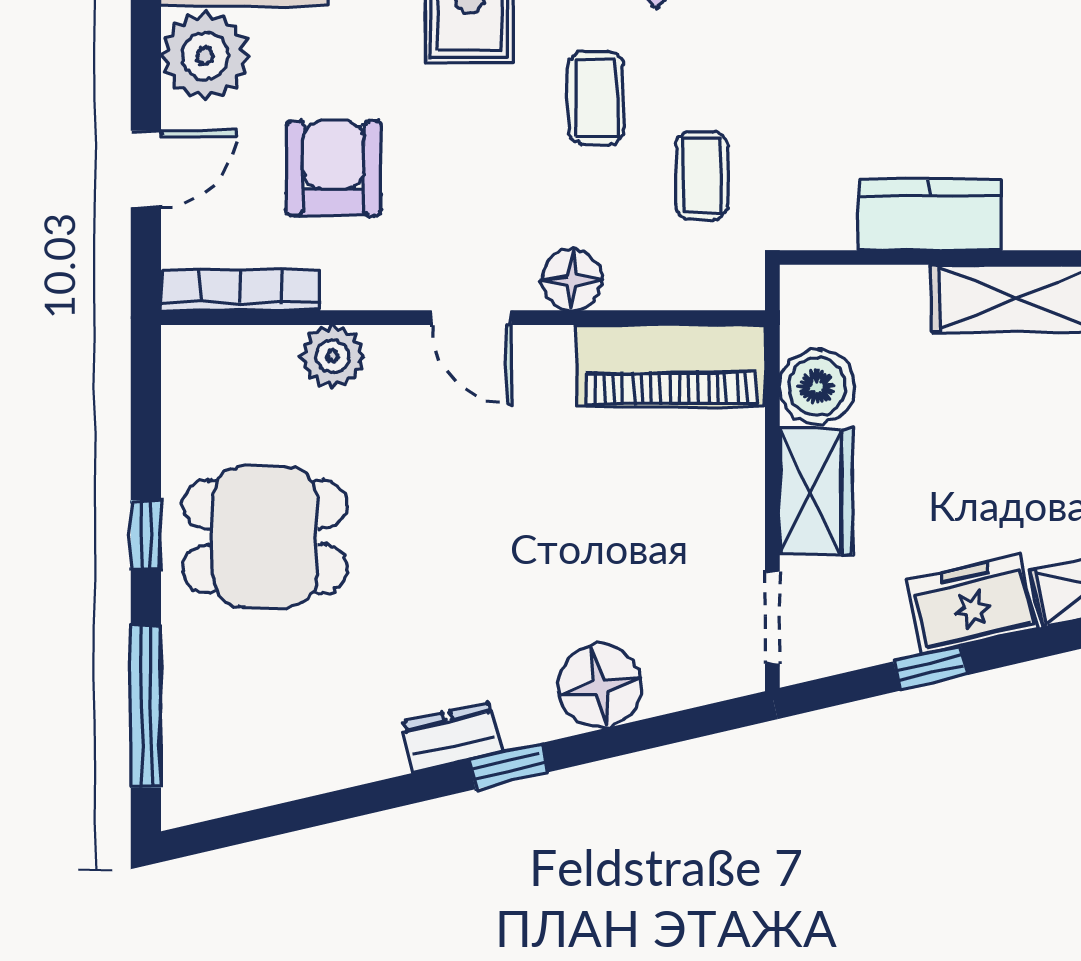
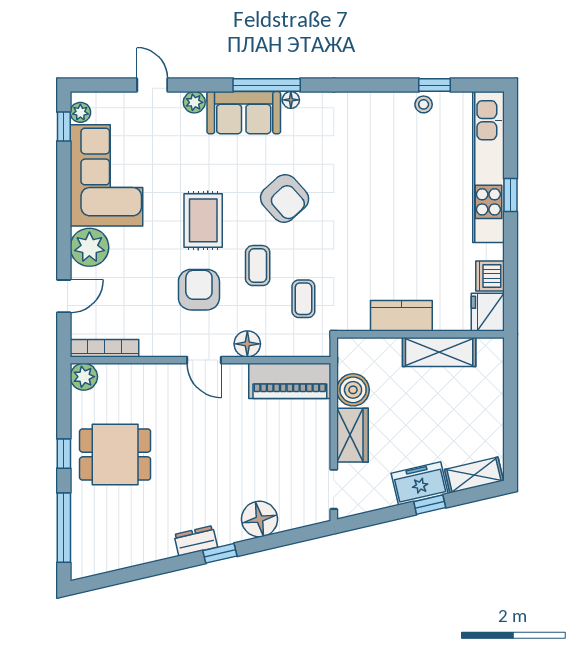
armchair: (334, 168) -> (199, 290), moved
plant: (332, 356) -> (84, 377), moved
window: (930, 668) -> (430, 505), moved

